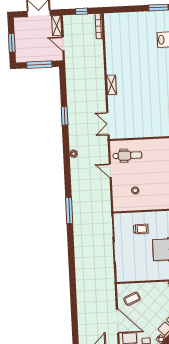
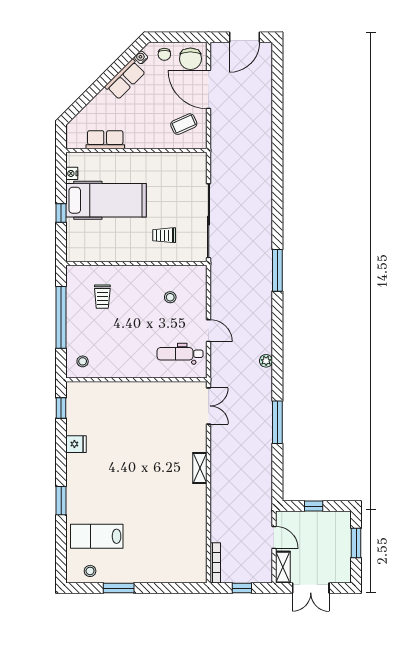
window: (39, 65) -> (314, 506), width x0.46
window: (65, 116) -> (277, 422), width x1.44

